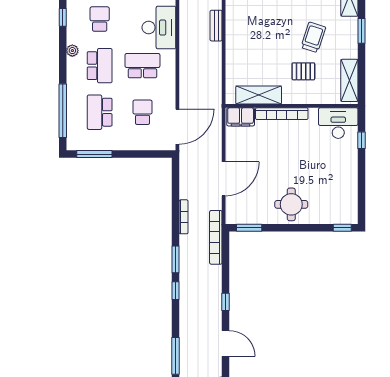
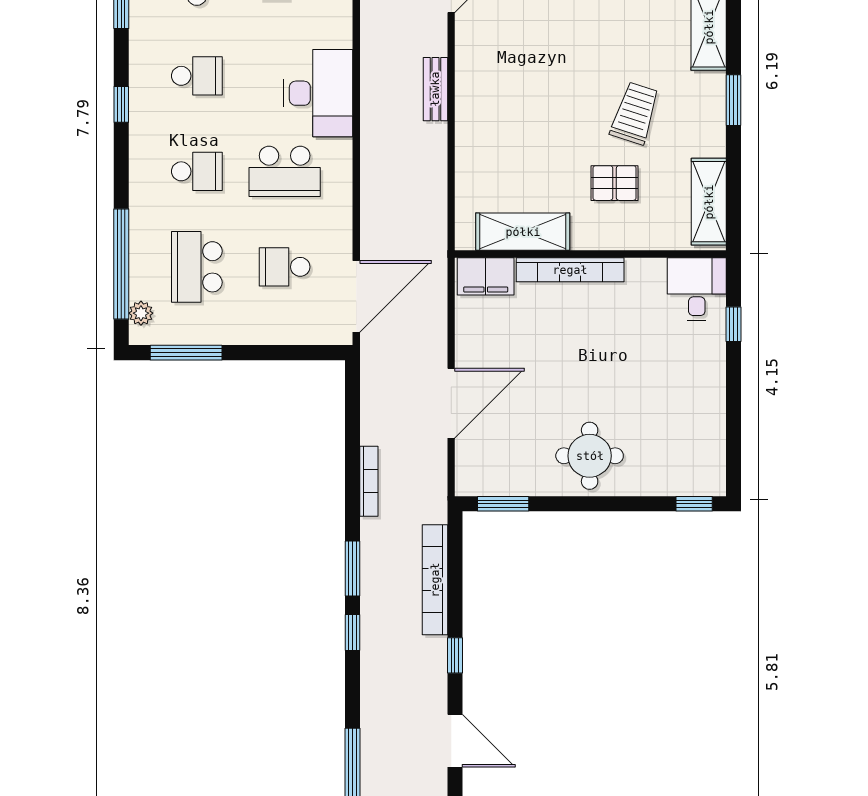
window: (63, 17) -> (121, 104), moved
school desk: (100, 19) -> (197, 76), turned 90
plant: (72, 51) -> (141, 313), moved
school desk: (100, 66) -> (197, 171), width x0.54
school desk: (142, 66) -> (285, 171), turned 180
school desk: (142, 112) -> (285, 267), turned -90
desk: (338, 123) -> (697, 289), width x0.73
bookcase: (216, 237) -> (435, 580), moved

